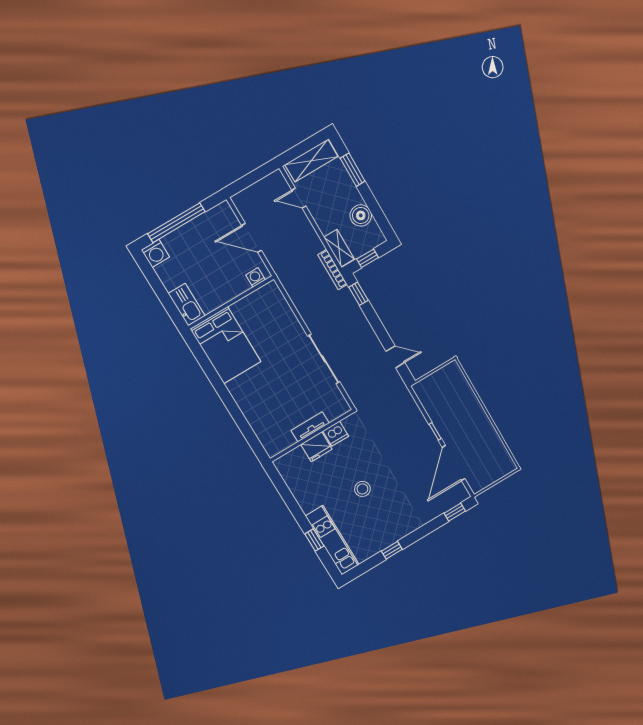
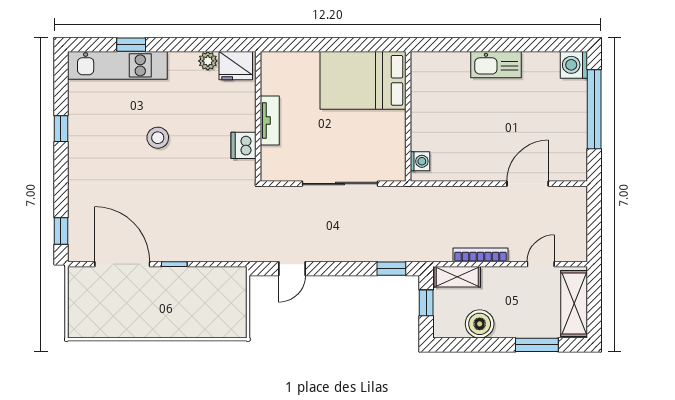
bookcase: (333, 270) -> (481, 255), moved
washing machine: (256, 277) -> (420, 161), moved
wall: (231, 302) -> (408, 116), moved
bed: (226, 345) -> (363, 80), moved
fridge: (316, 447) -> (236, 66), moved, turned -90
plant: (296, 487) -> (208, 61), added

